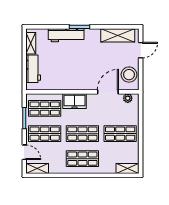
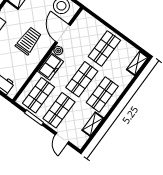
trolley: (82, 69) -> (29, 41), added
plant: (128, 98) -> (58, 51), moved
door: (24, 152) -> (62, 138), swing flipped
shelving: (37, 168) -> (93, 124), moved

